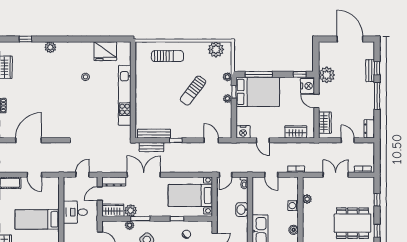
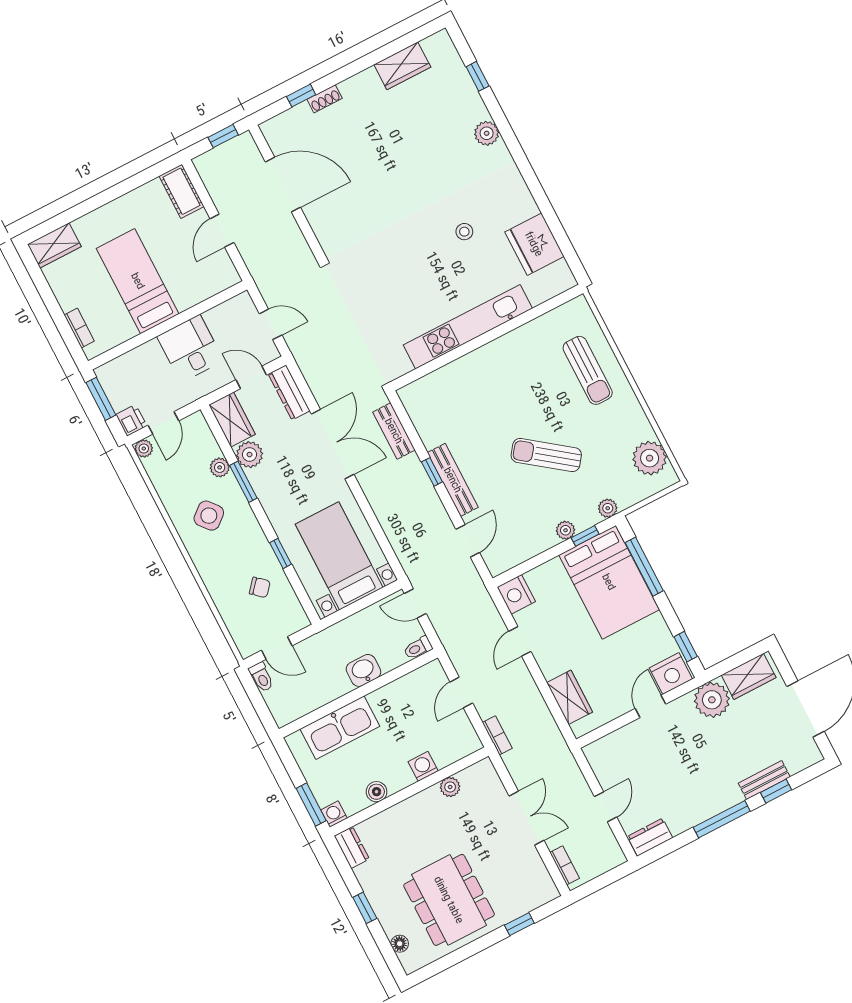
wardrobe: (325, 123) -> (749, 676), moved
bench: (154, 134) -> (453, 480), moved
window: (377, 231) -> (459, 955), removed

